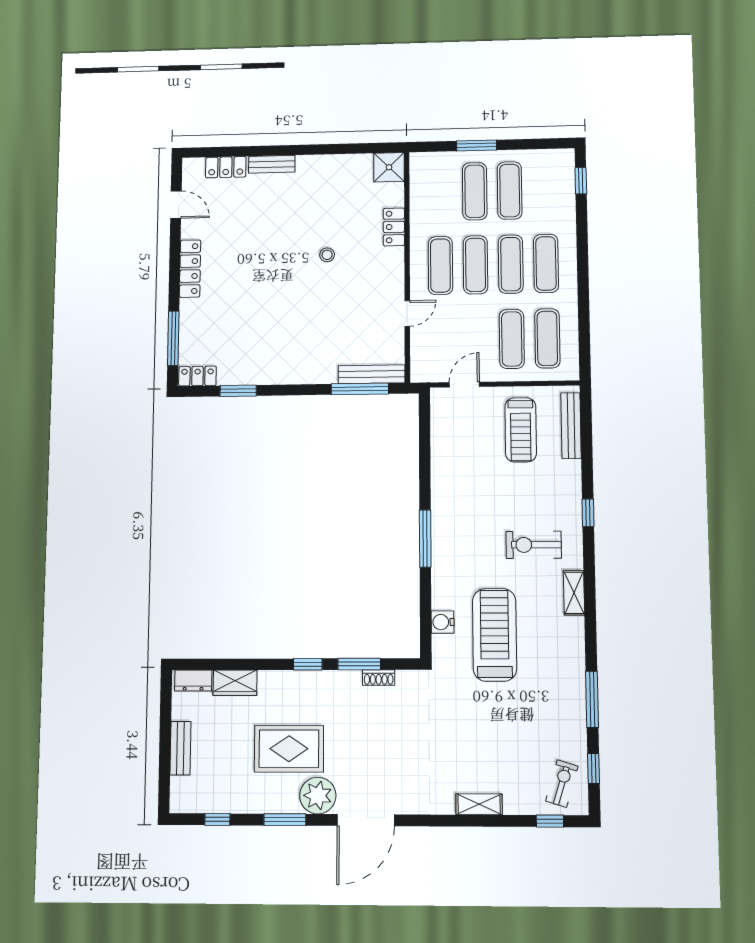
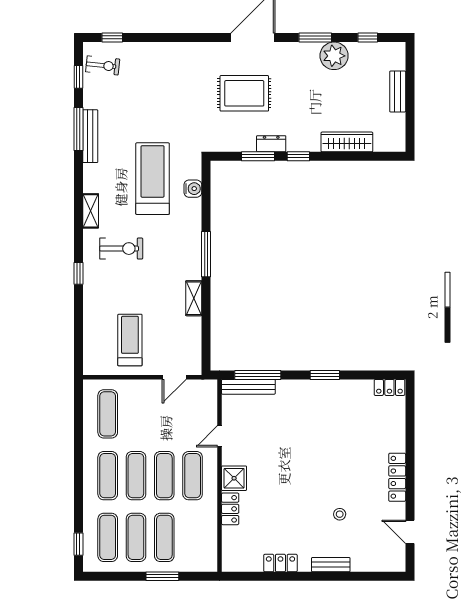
locker: (226, 167) -> (280, 563), moved
shower: (389, 167) -> (234, 478), moved
stool: (327, 255) -> (340, 514), moved
window: (173, 338) -> (410, 419), removed
exercise mat: (512, 339) -> (108, 537), moved
window: (238, 391) -> (325, 375), moved
bench: (571, 426) -> (90, 136), moved
treadmill: (495, 635) -> (153, 179), turned 180
shoe rack: (379, 678) -> (243, 146), removed
dresser: (193, 681) -> (271, 144), moved
wardrobe: (235, 683) -> (347, 142), width x1.50
rug: (289, 749) -> (244, 93), moved
exercise bike: (562, 784) -> (103, 65), turned -101
plant: (318, 796) -> (334, 56), moved
shelving: (479, 804) -> (194, 298), moved, turned 90

